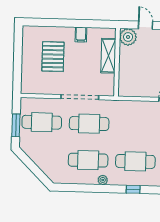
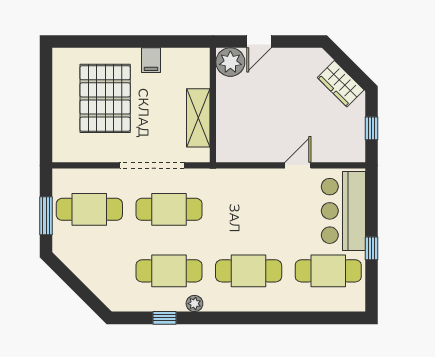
door: (145, 25) -> (259, 42), swing flipped
shelving: (108, 56) -> (198, 118), moved
pallet: (53, 57) -> (105, 98), width x1.37, depth x1.41
window: (133, 189) -> (165, 318), moved

